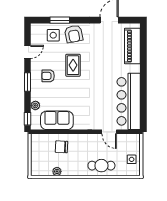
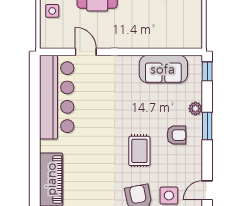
door: (27, 52) -> (207, 190), moved
plant: (35, 105) -> (195, 109), moved
chair: (62, 147) -> (156, 30), removed

